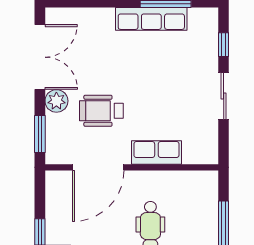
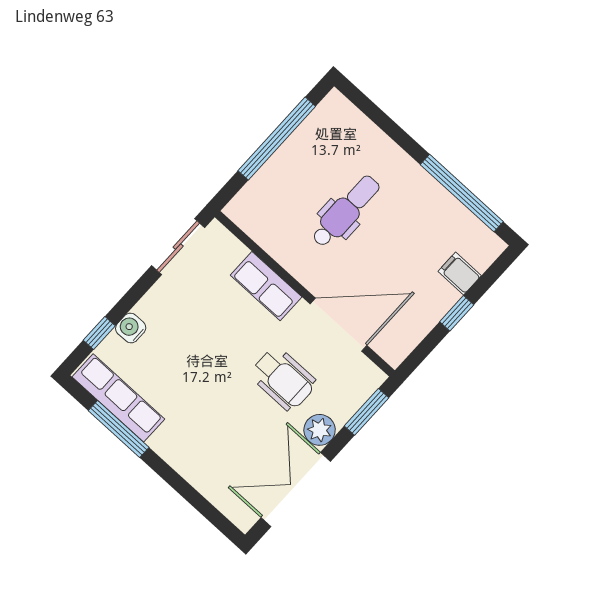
row of seats: (151, 19) -> (118, 398), moved
water cooler: (209, 63) -> (131, 328), added
sliding door: (224, 96) -> (178, 247), moved

